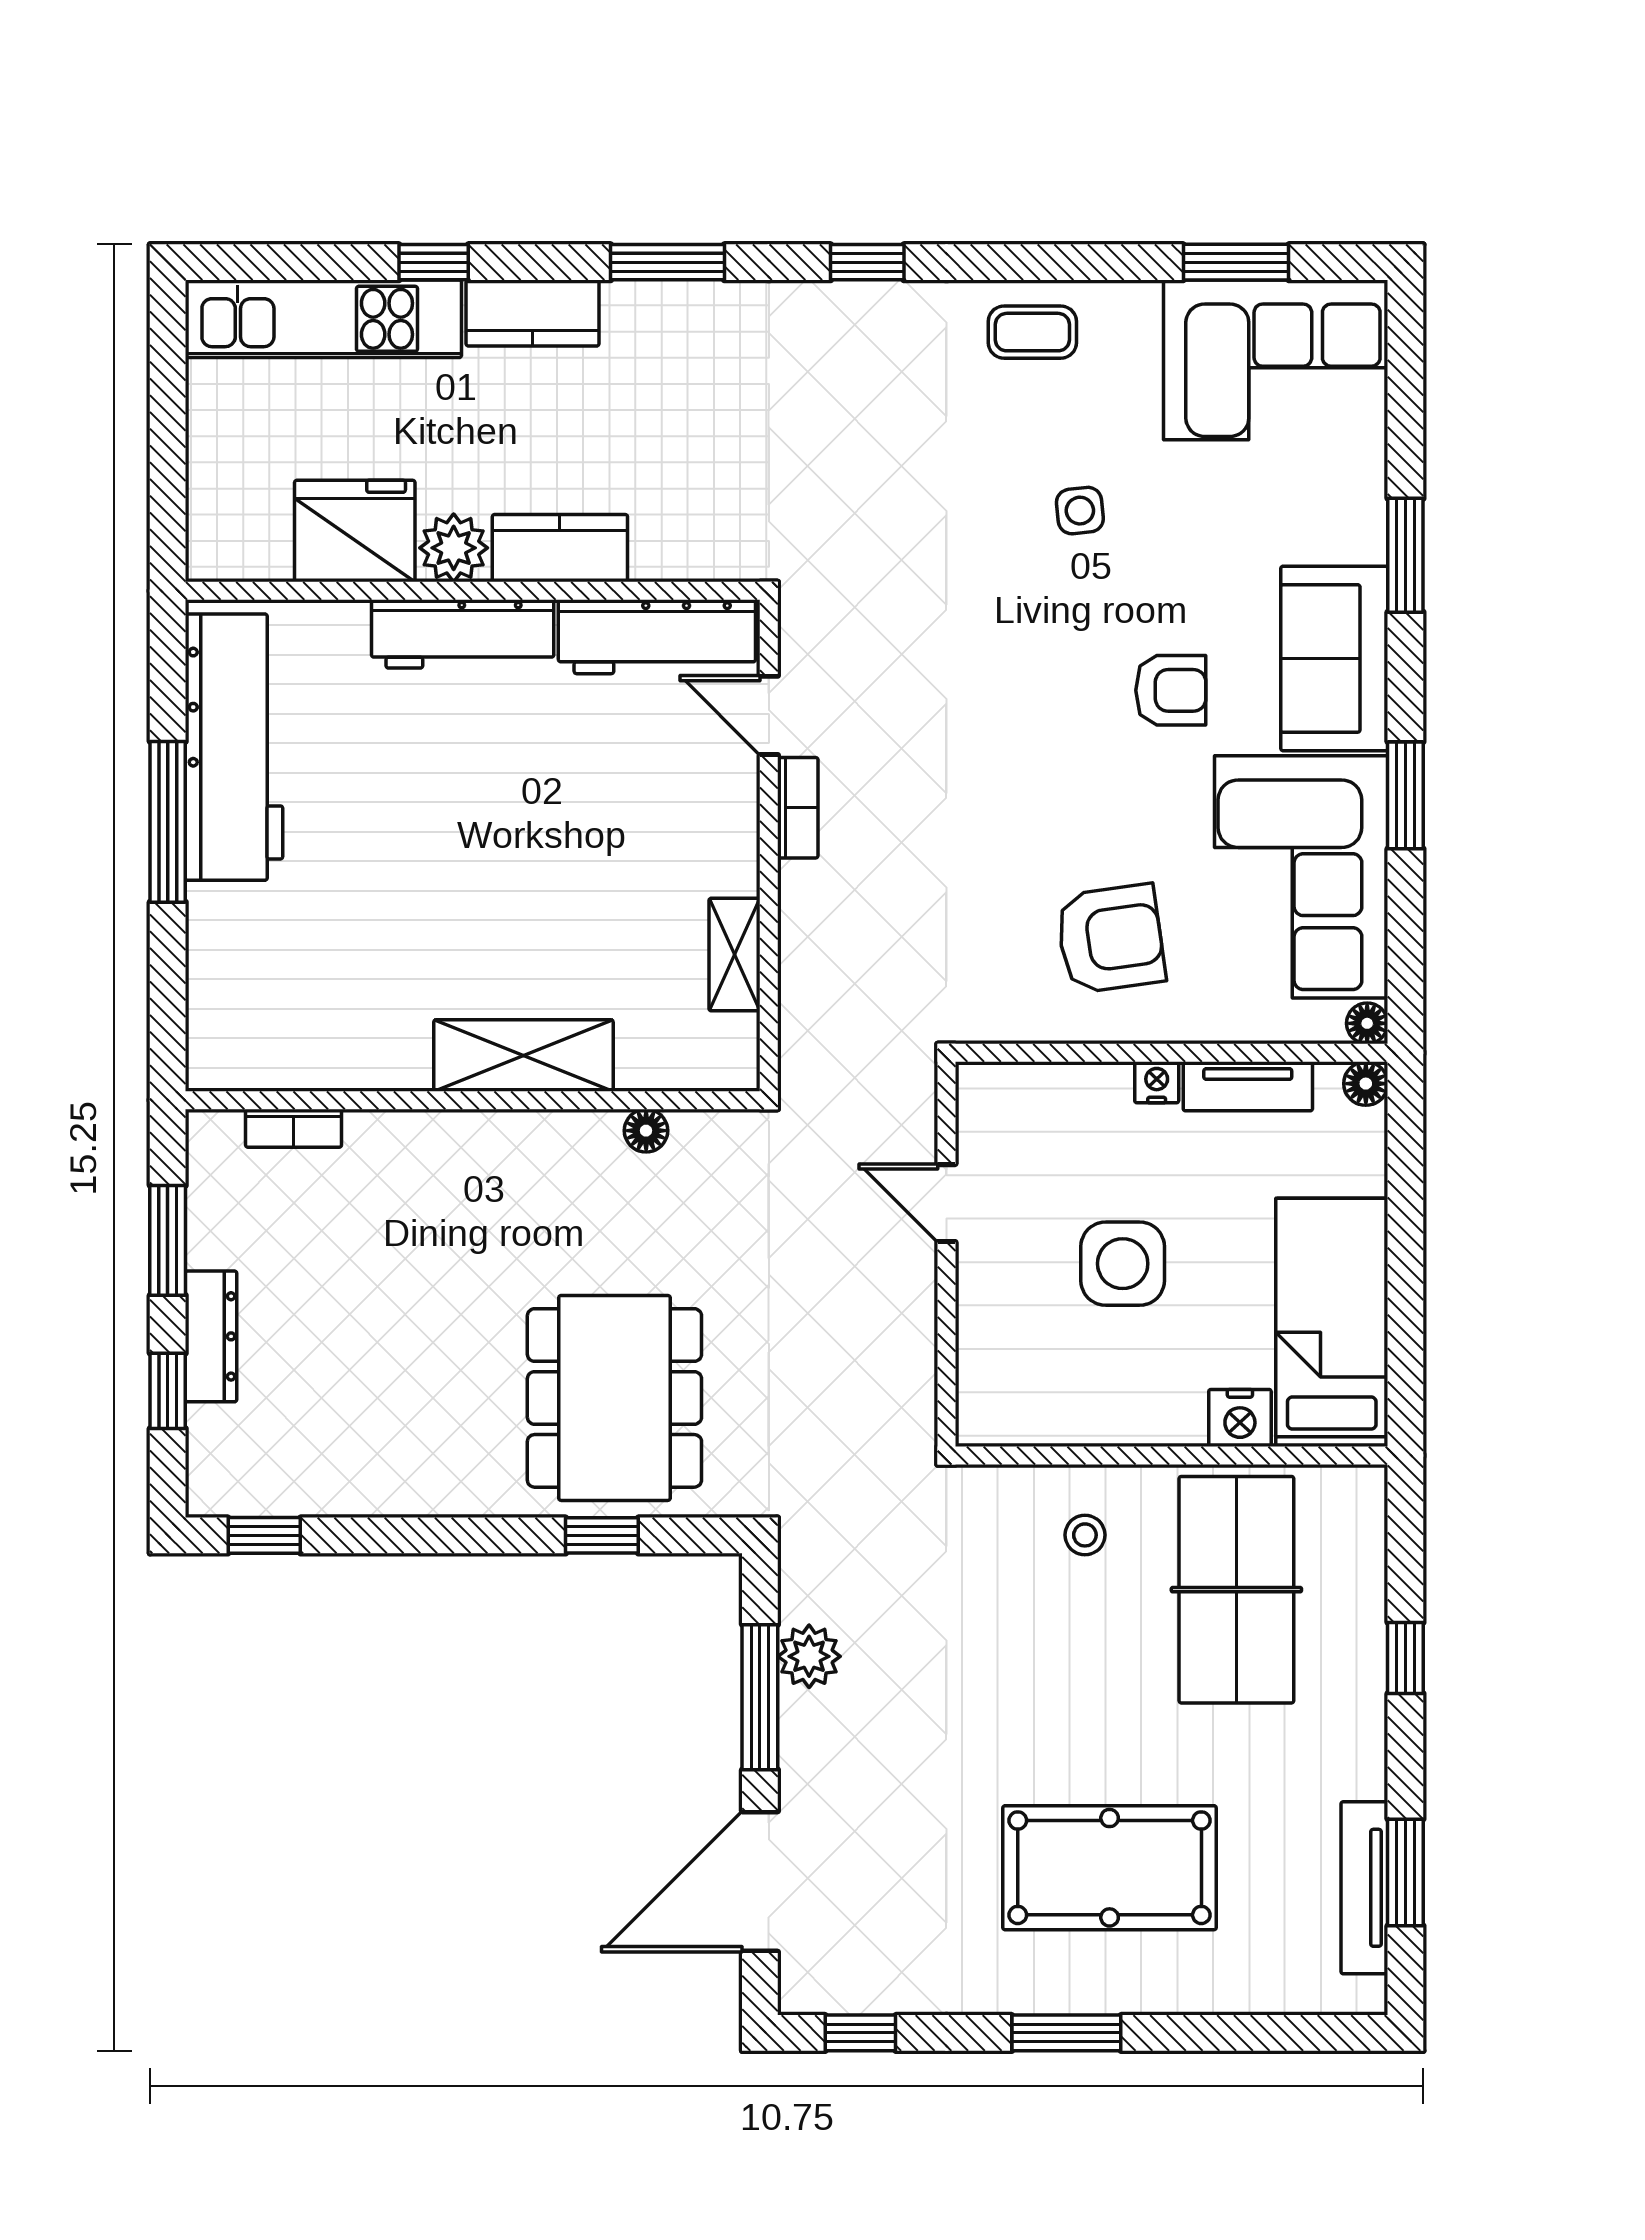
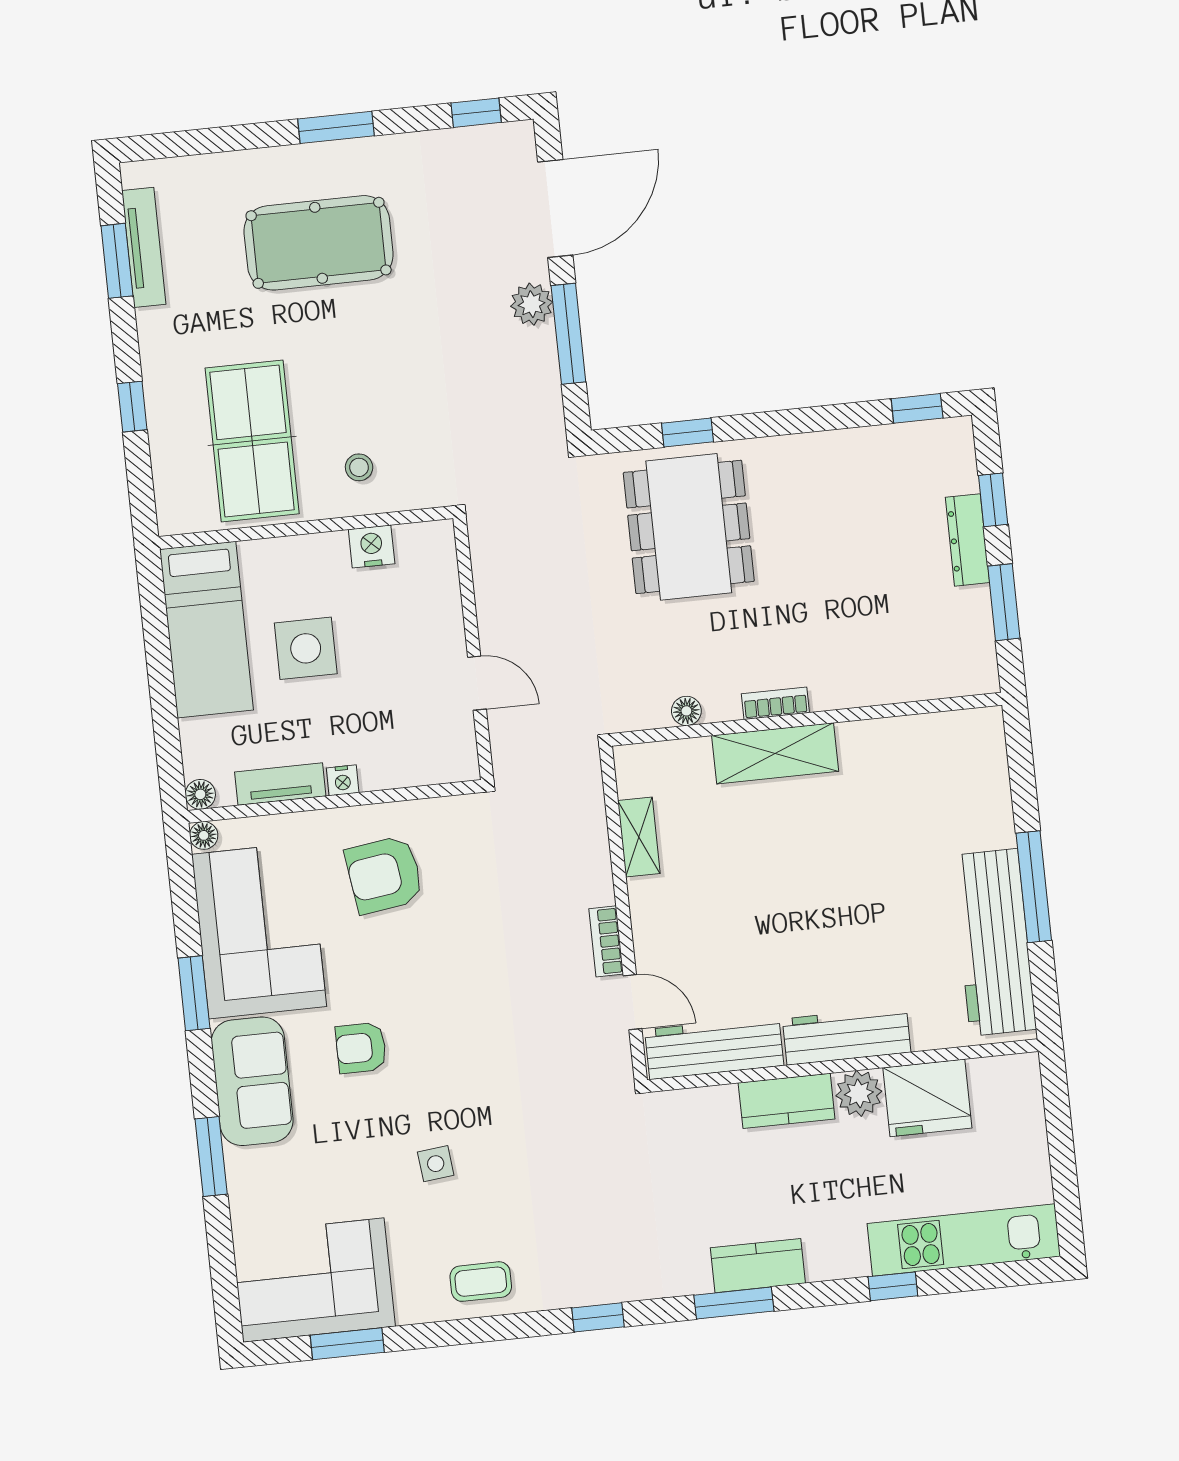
kitchen counter: (532, 313) -> (758, 1266), moved
bookcase: (294, 1128) -> (775, 703), moved
side table: (1123, 1264) -> (306, 648), moved
nightstand: (1240, 1418) -> (372, 546), moved
plant: (809, 1656) -> (532, 304), moved

